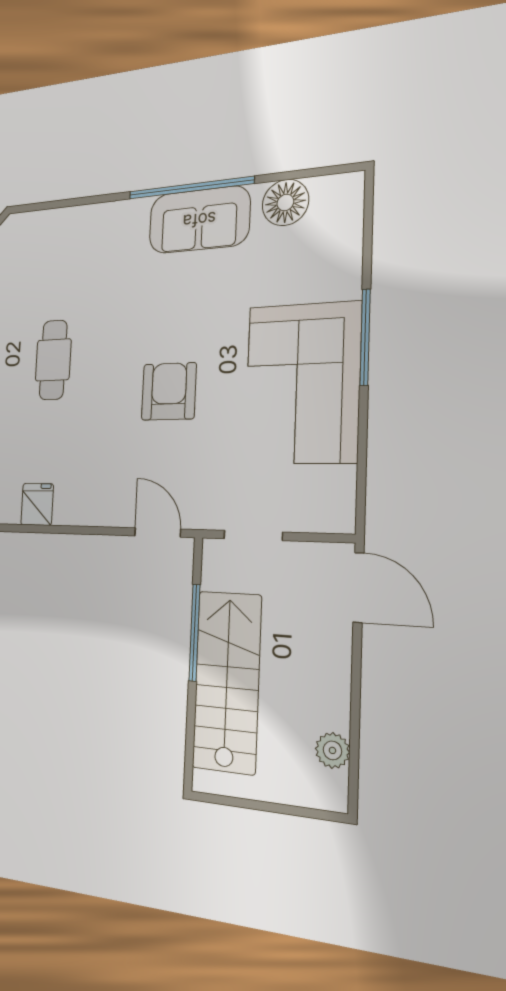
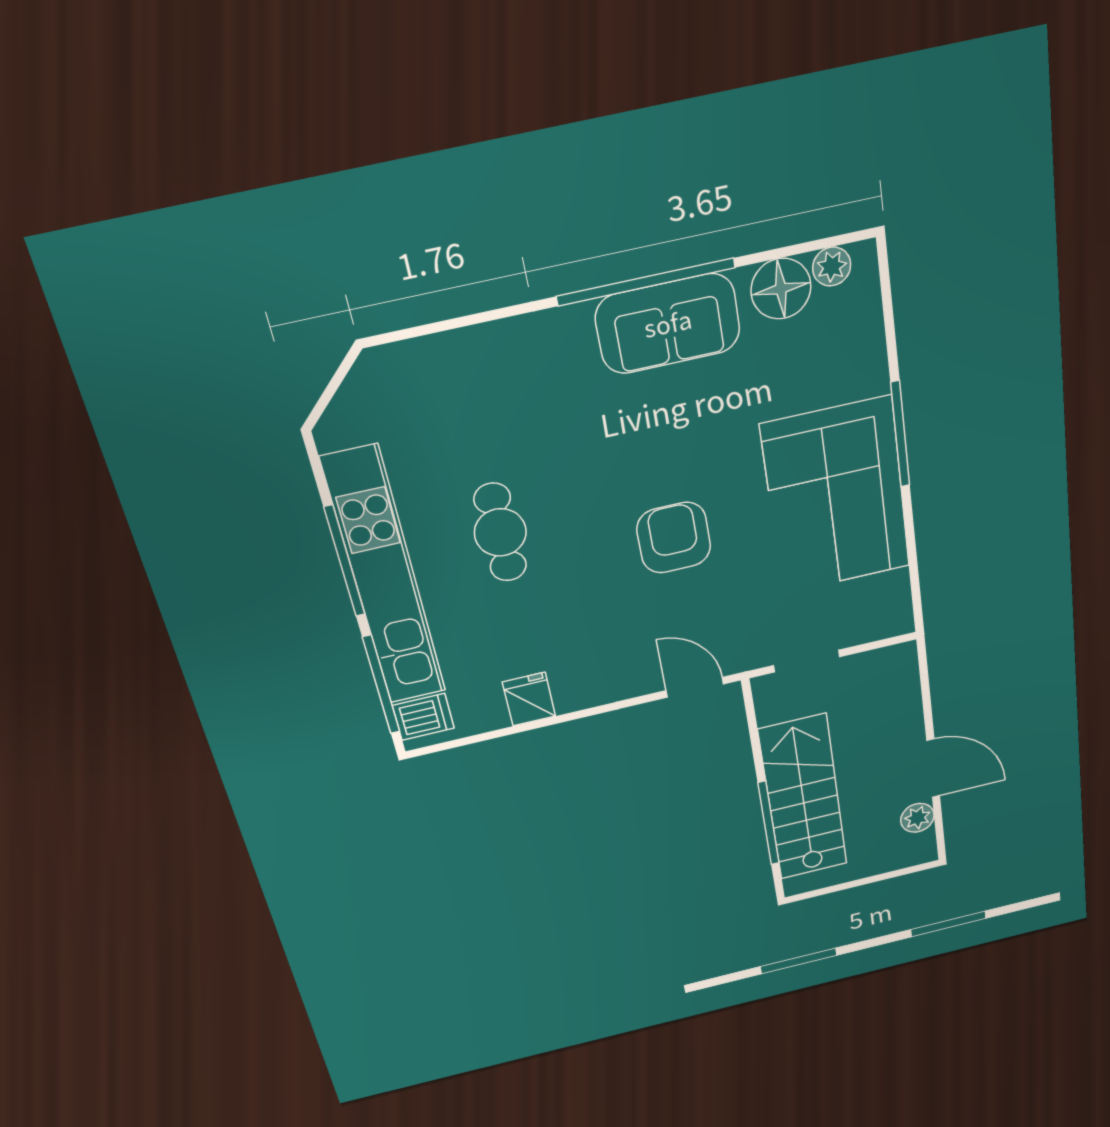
plant: (327, 189) -> (832, 266), added
door: (359, 588) -> (933, 768), moved
window: (194, 633) -> (769, 823), moved

